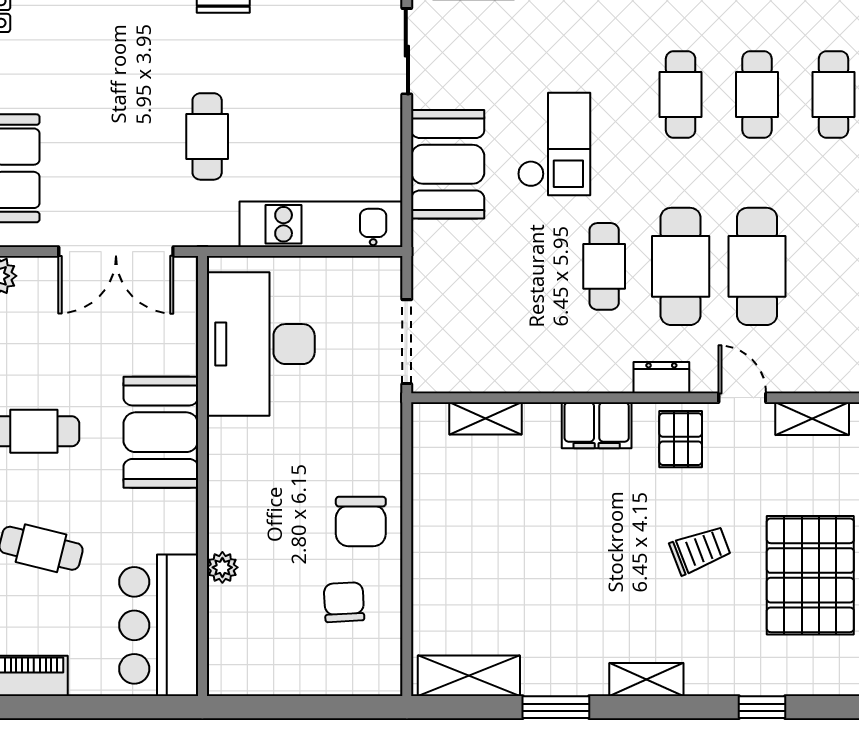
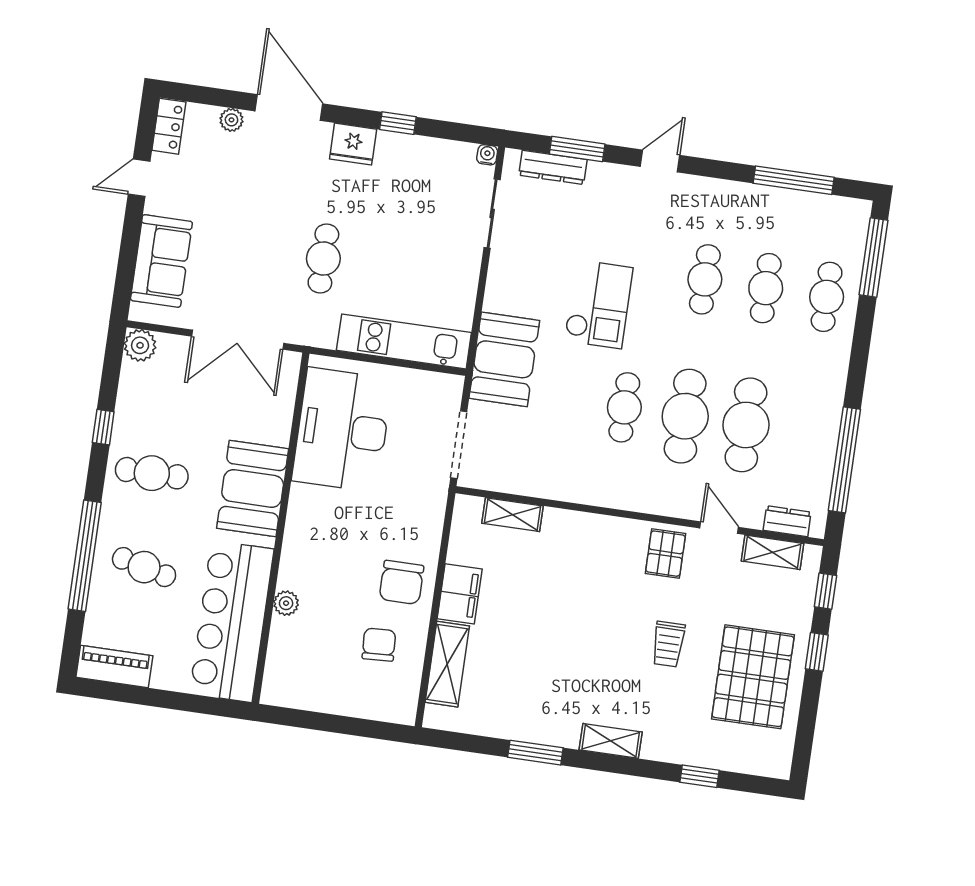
booth: (448, 164) -> (504, 359), moved
dresser: (661, 378) -> (787, 521), moved
filing cabinet: (597, 425) -> (460, 594), moved, turned -90
trolley: (700, 550) -> (668, 644), turned 111
bar counter: (159, 625) -> (232, 621), width x1.36
shelving: (469, 676) -> (447, 664), moved, turned 90

